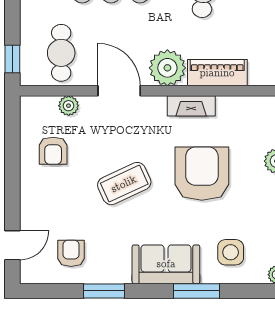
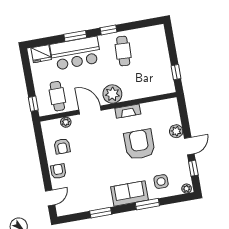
piano: (217, 73) -> (138, 92), removed
coffee table: (124, 184) -> (101, 156), removed
armchair: (71, 253) -> (58, 171), moved

